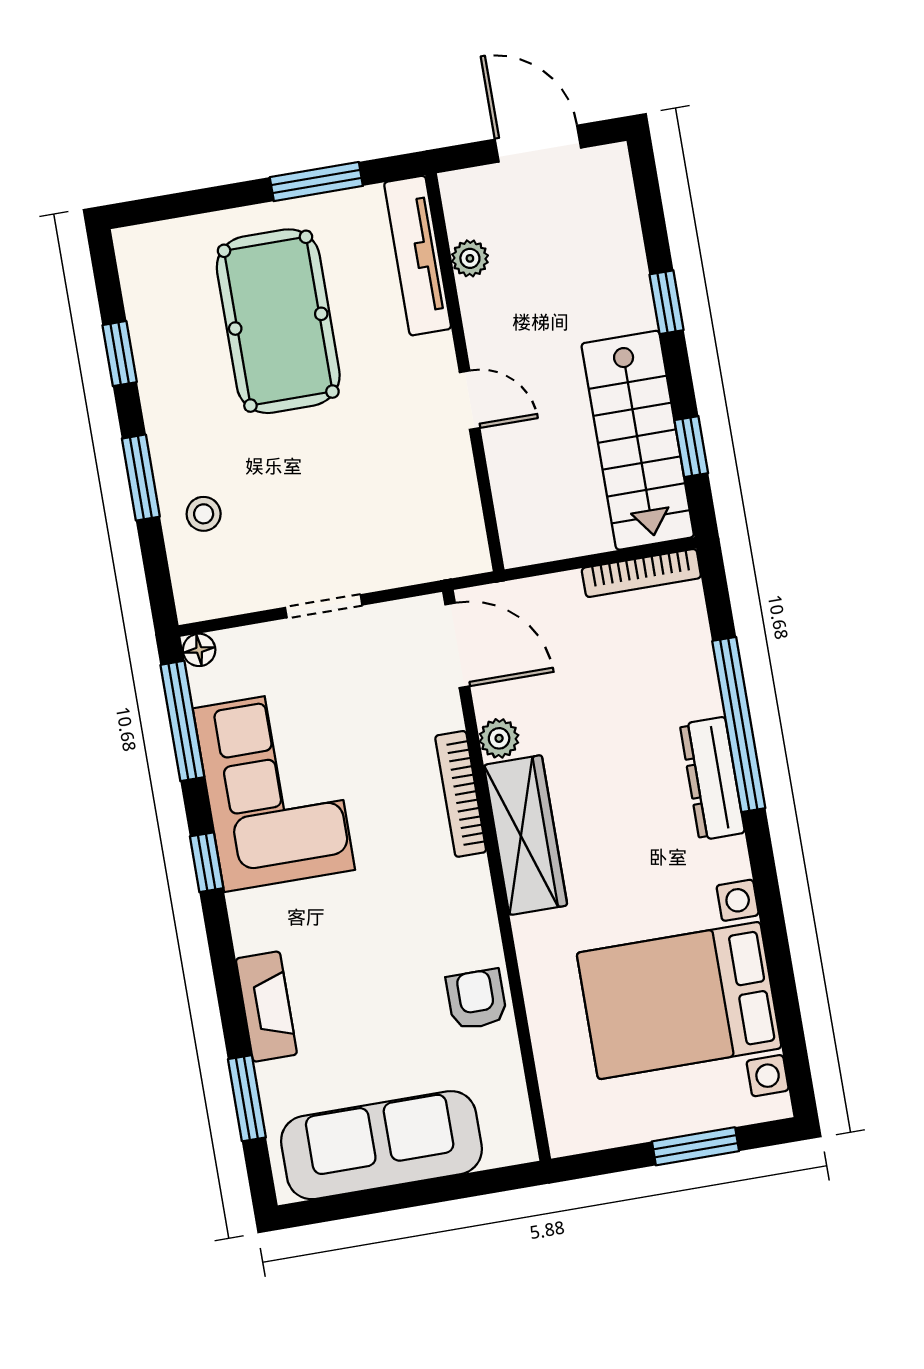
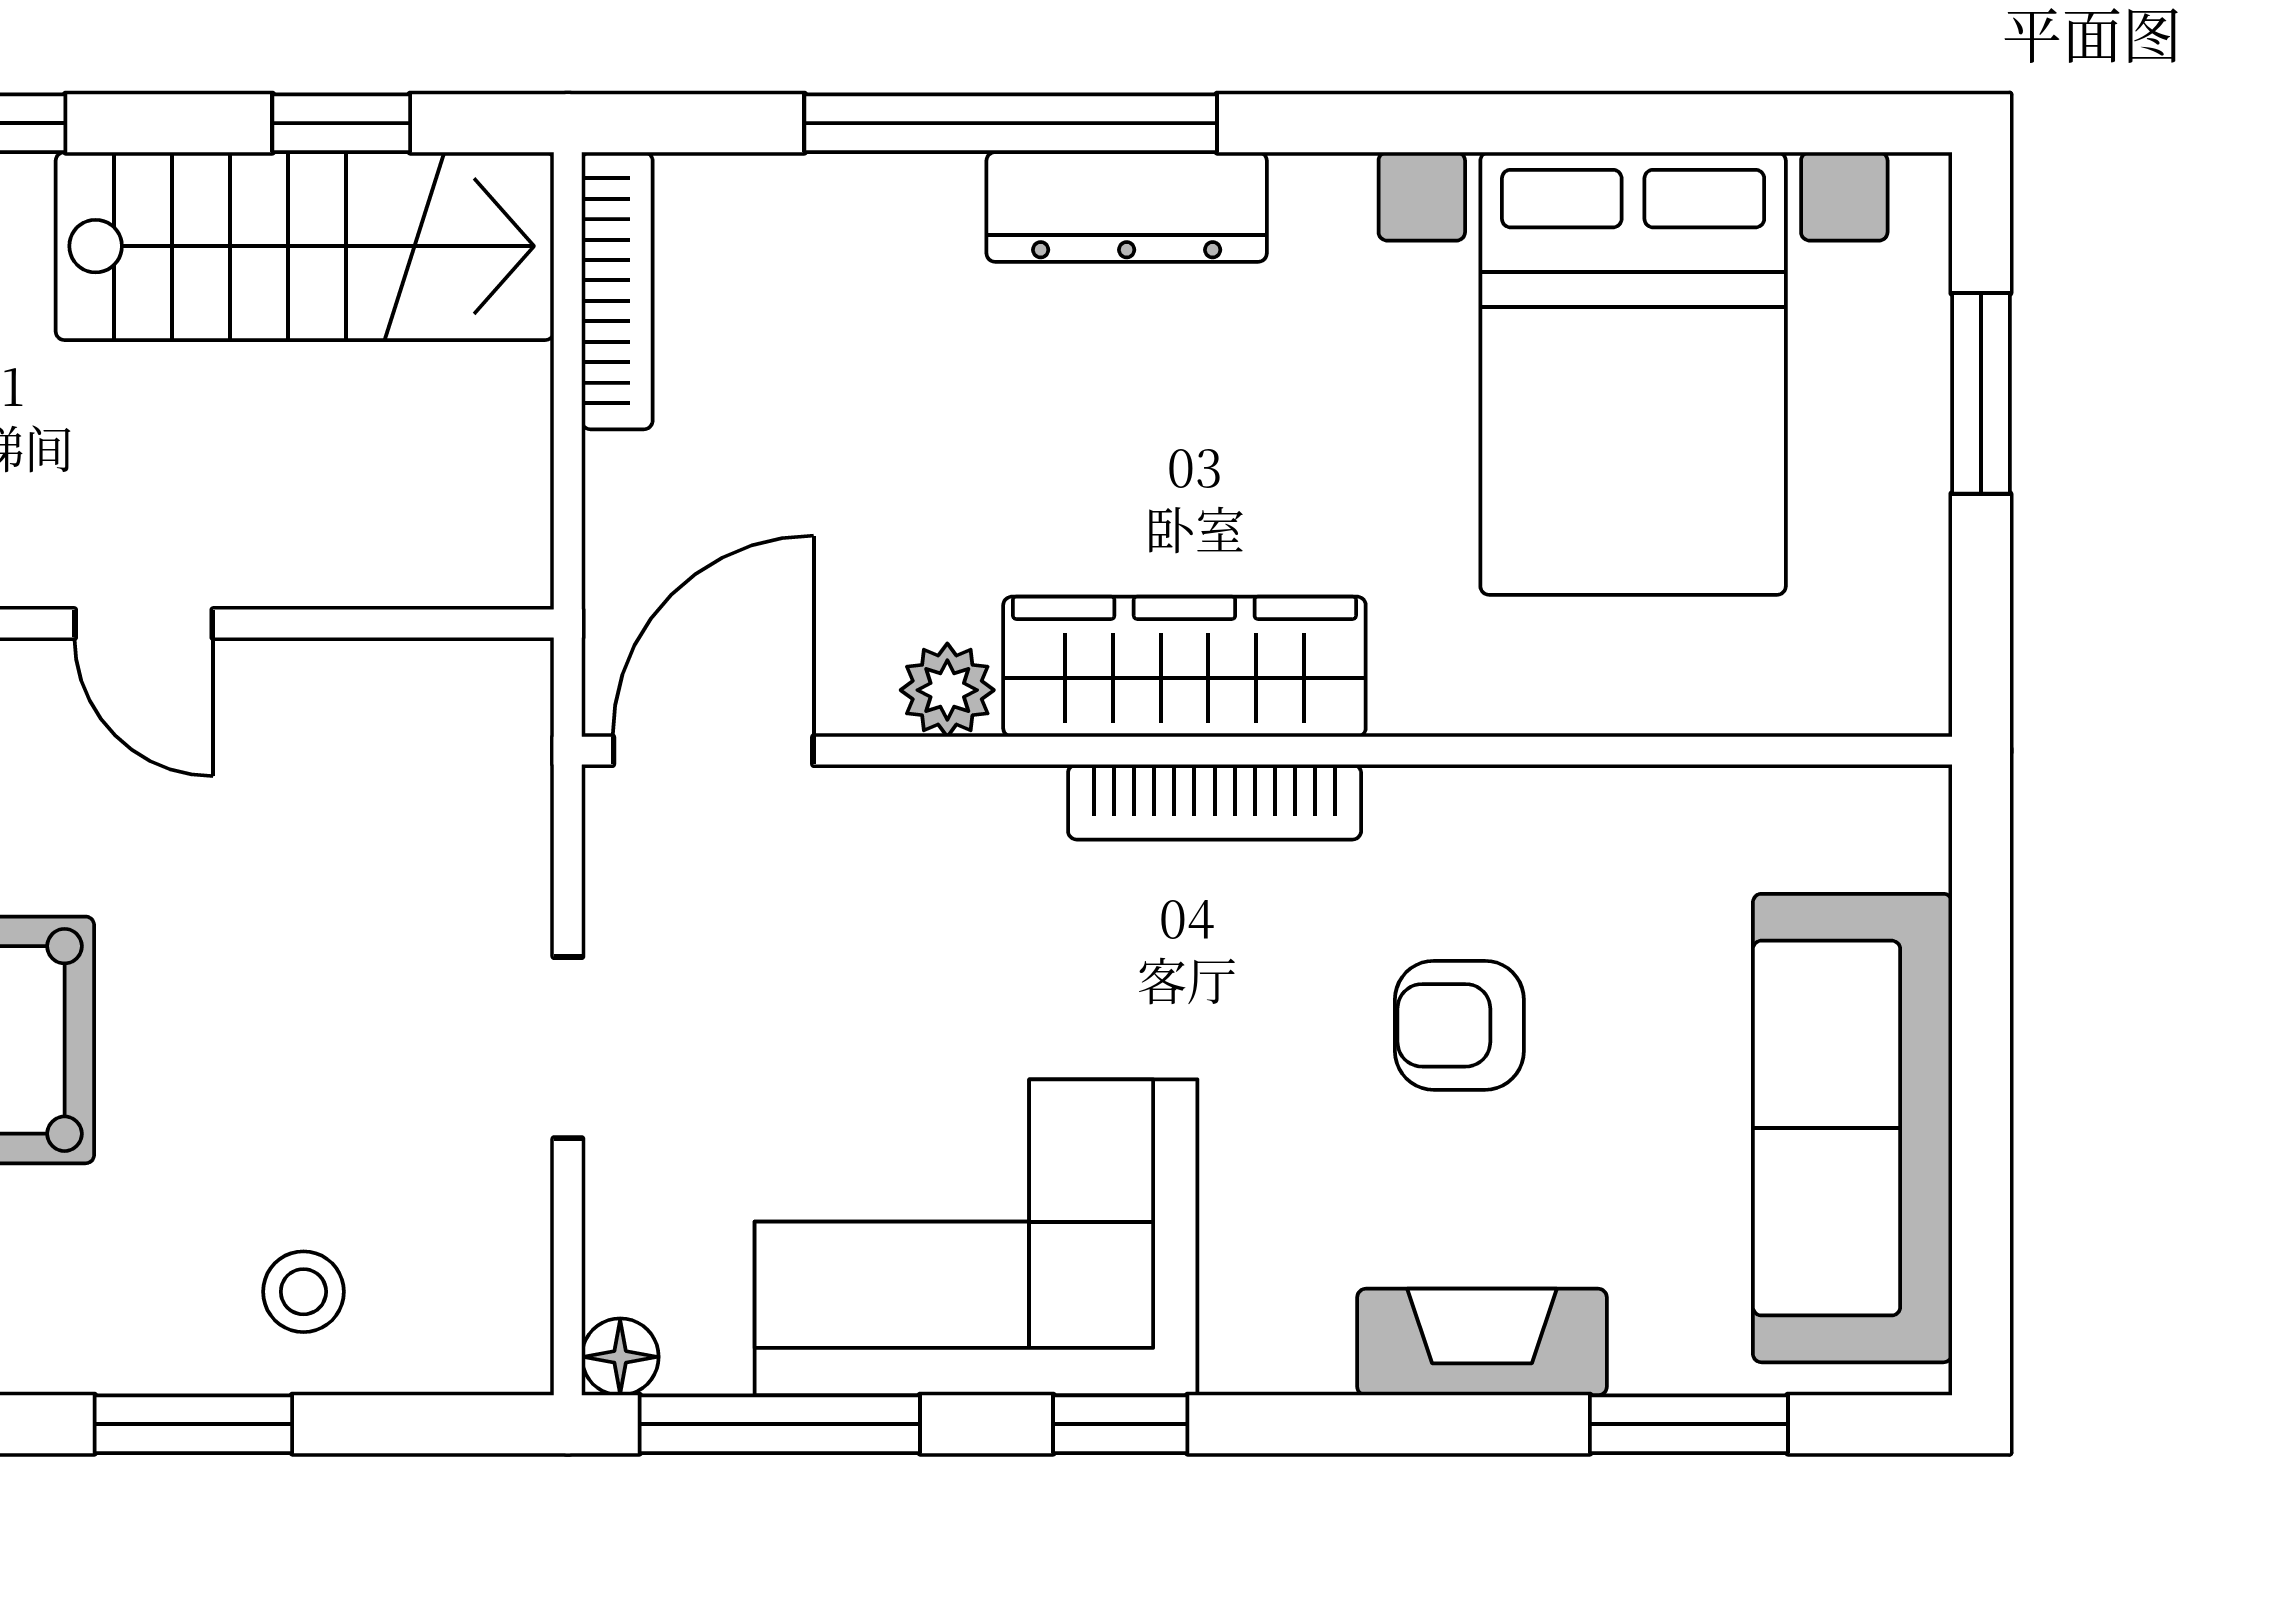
door: (470, 400) -> (144, 624), swing flipped
bookcase: (461, 794) -> (1215, 802), moved
armchair: (476, 999) -> (1459, 1025), moved

